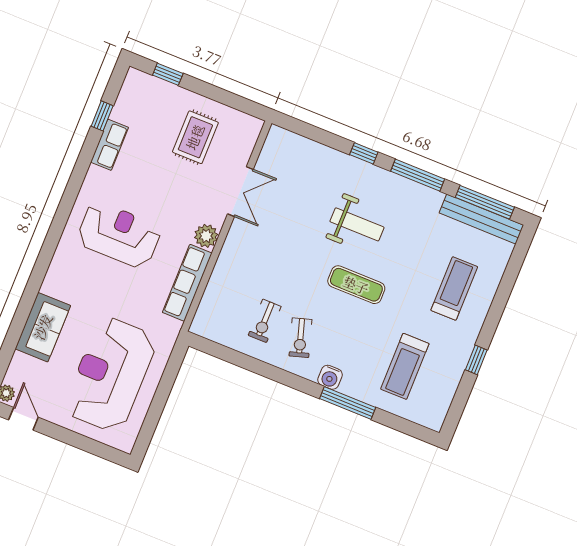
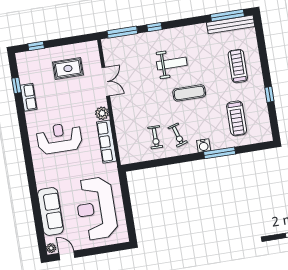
rug: (195, 137) -> (68, 68), turned 90
window: (418, 175) -> (122, 32), moved
sofa: (43, 327) -> (51, 211), width x1.36

